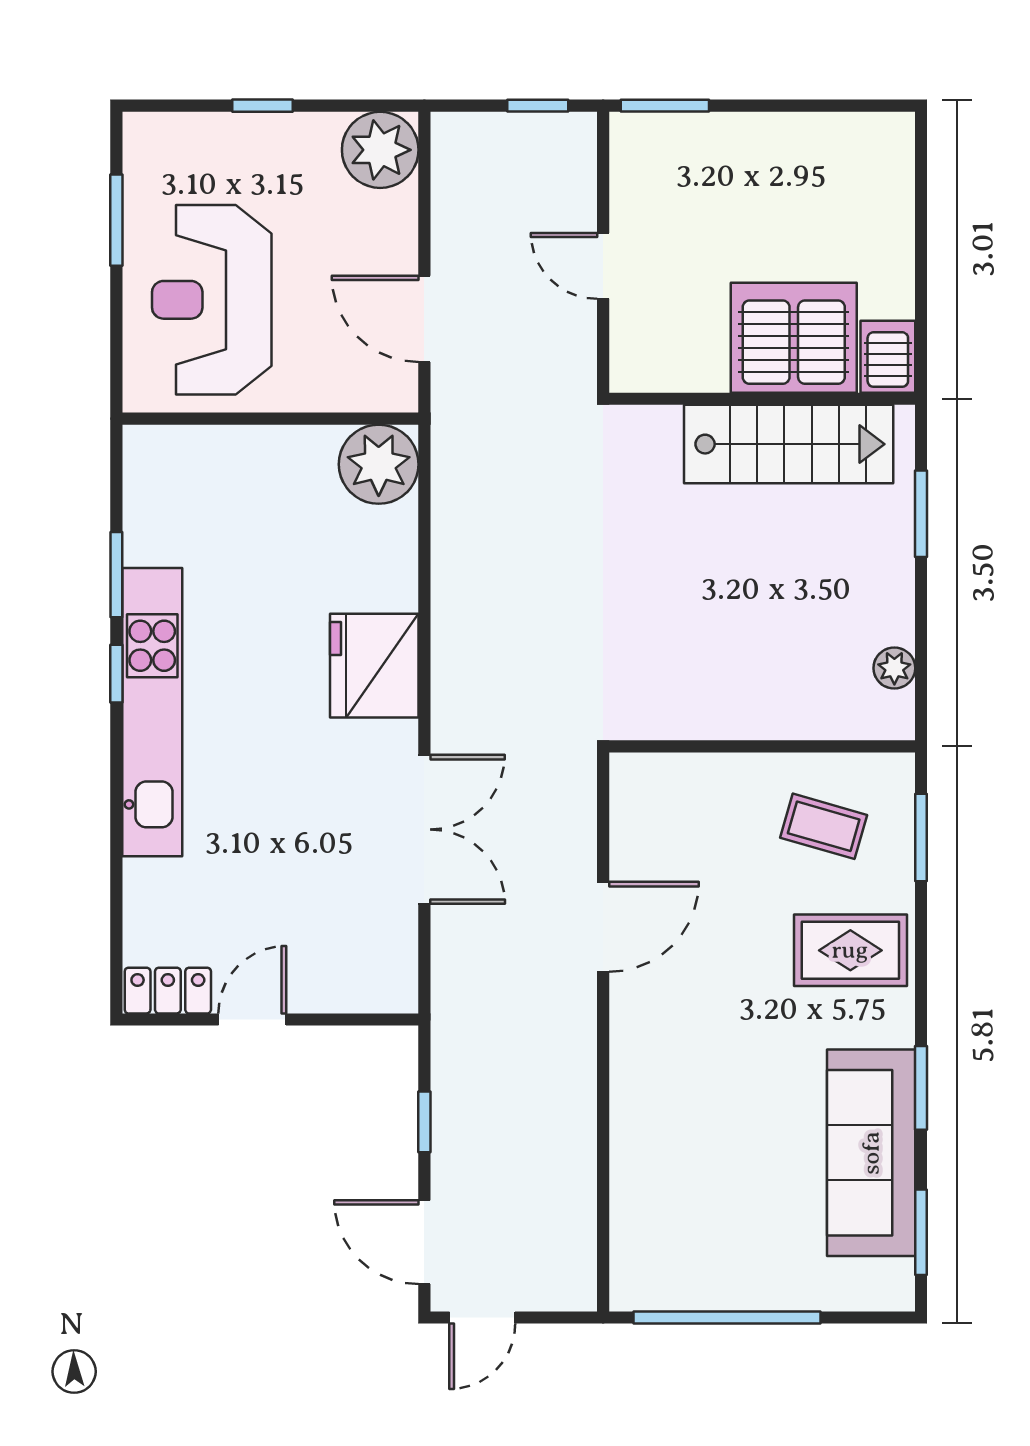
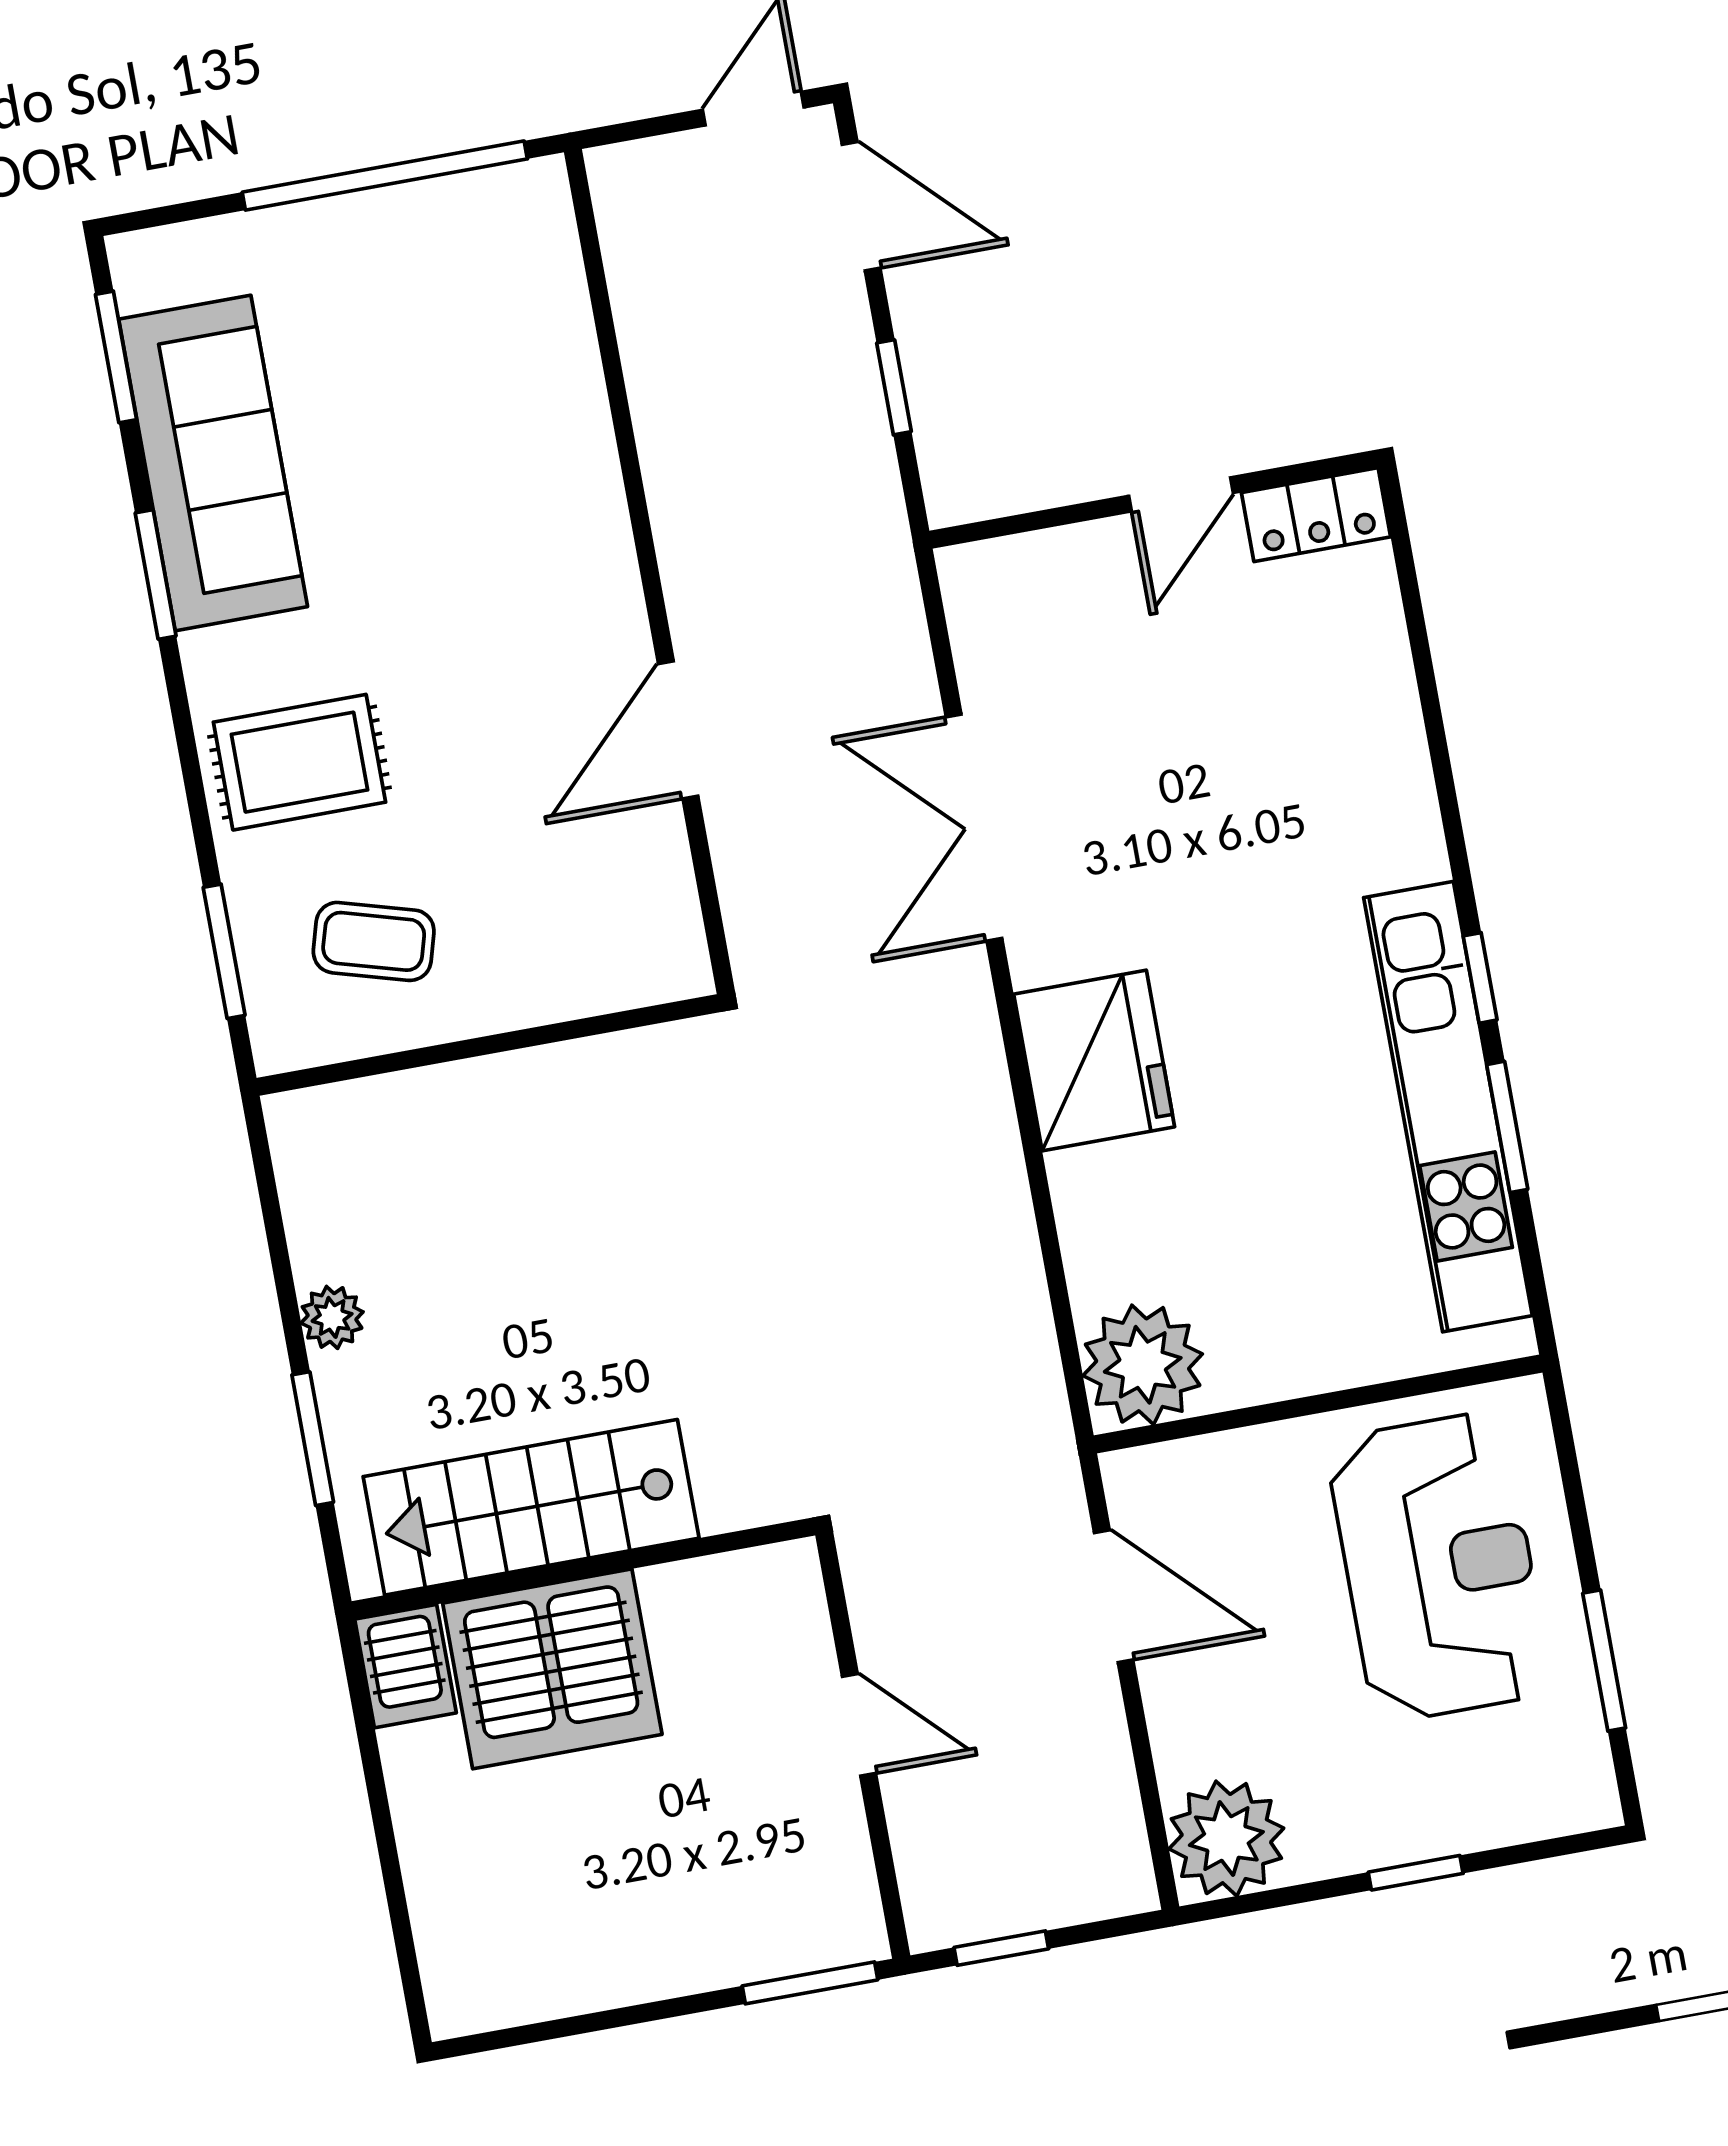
plant: (894, 668) -> (332, 1317), moved
kitchen unit: (152, 712) -> (1448, 1107), moved

